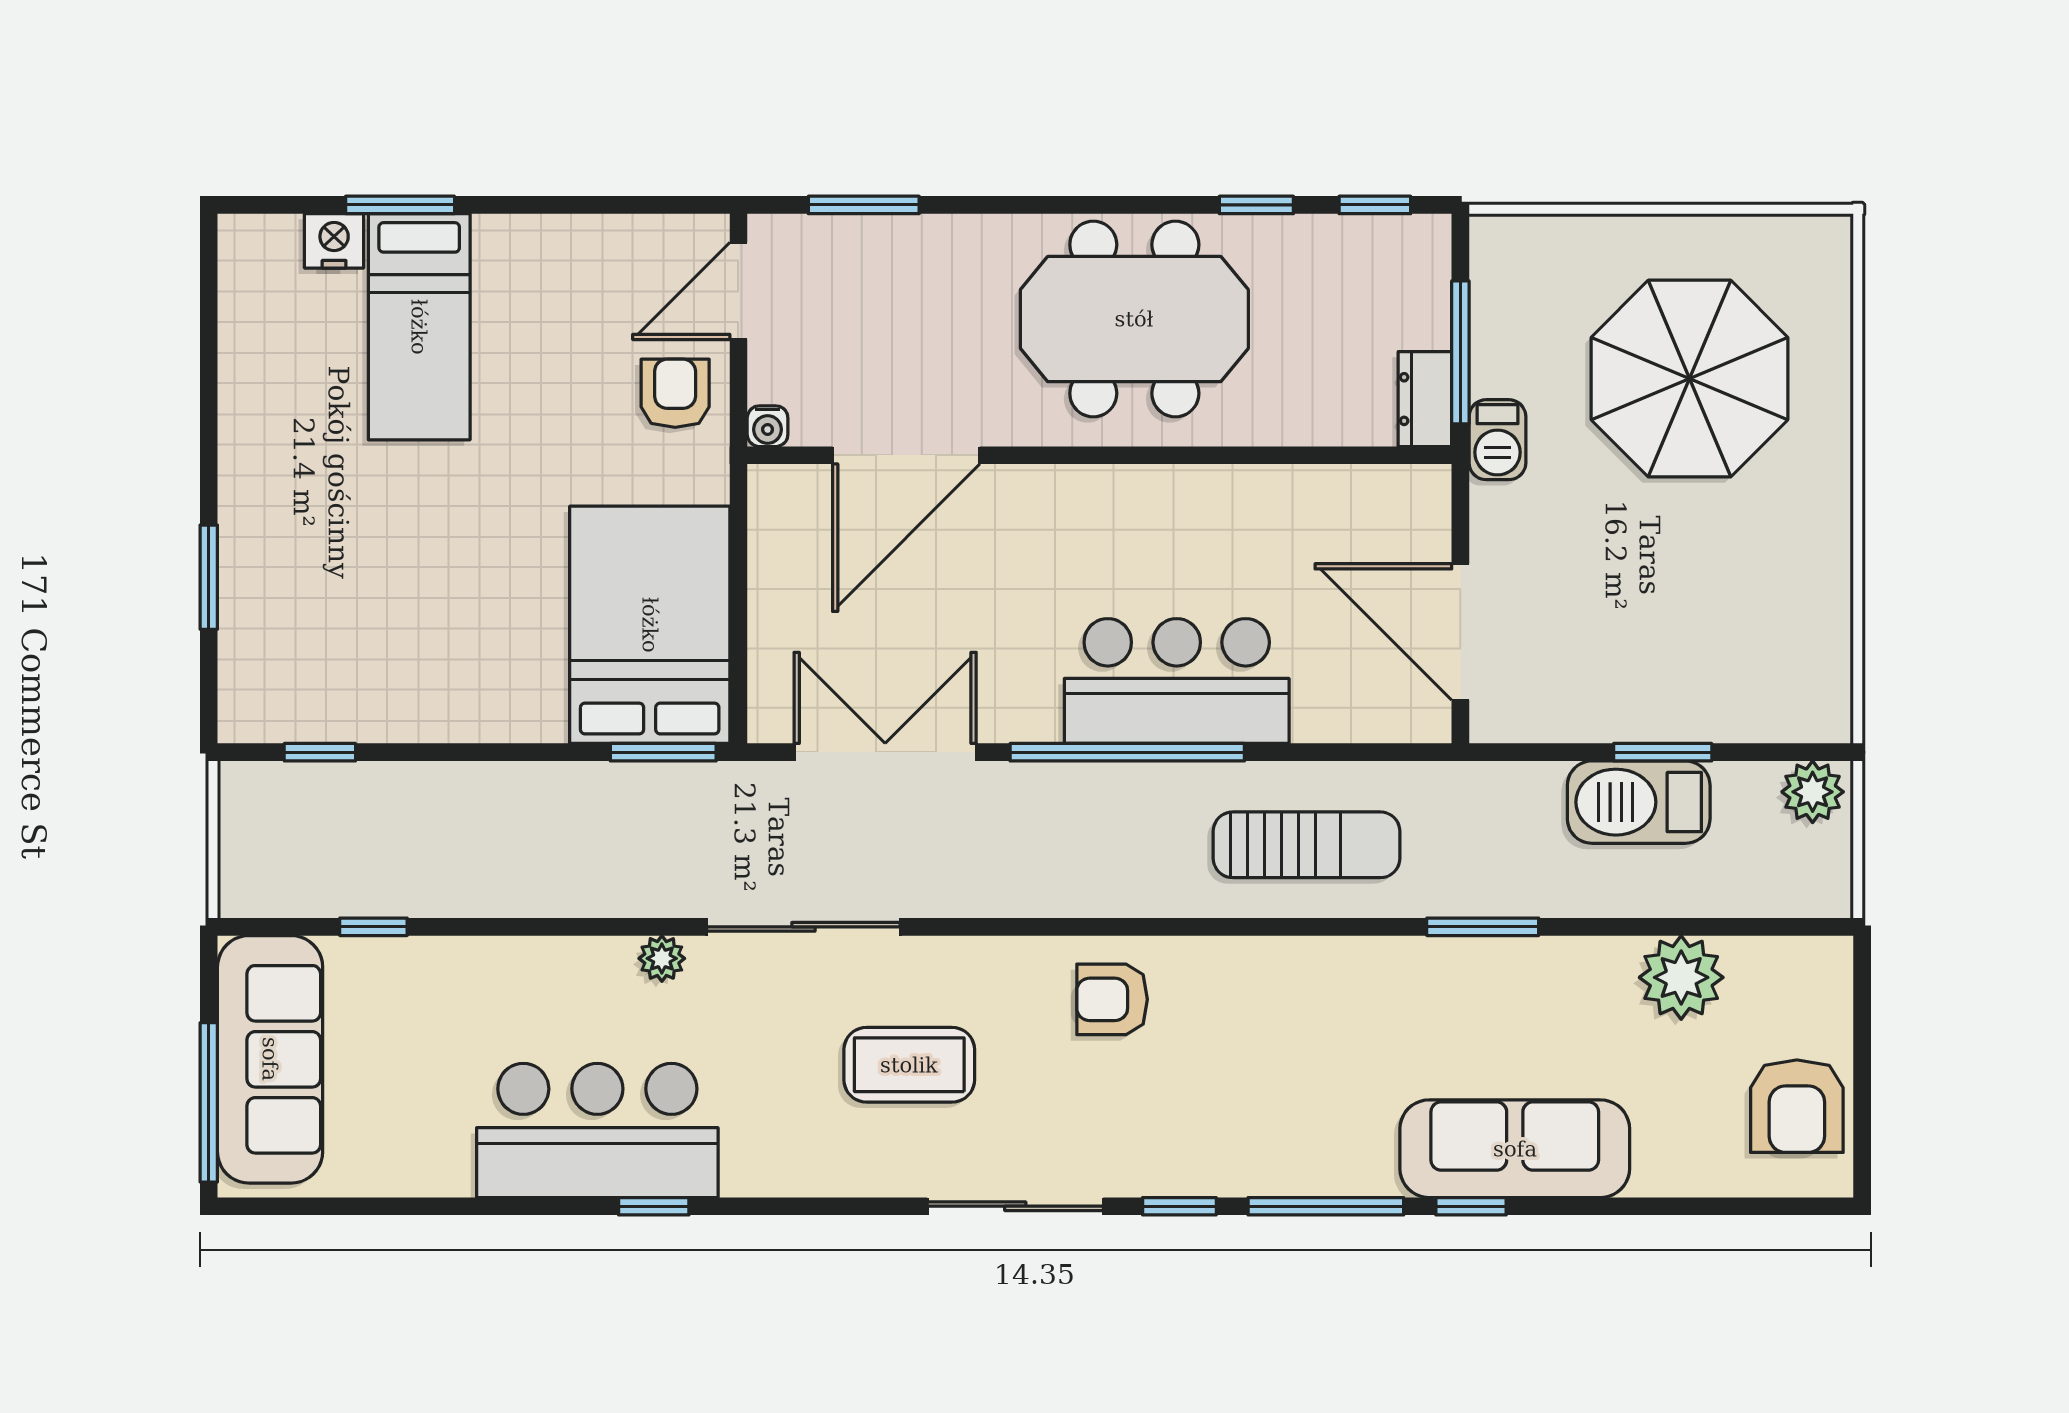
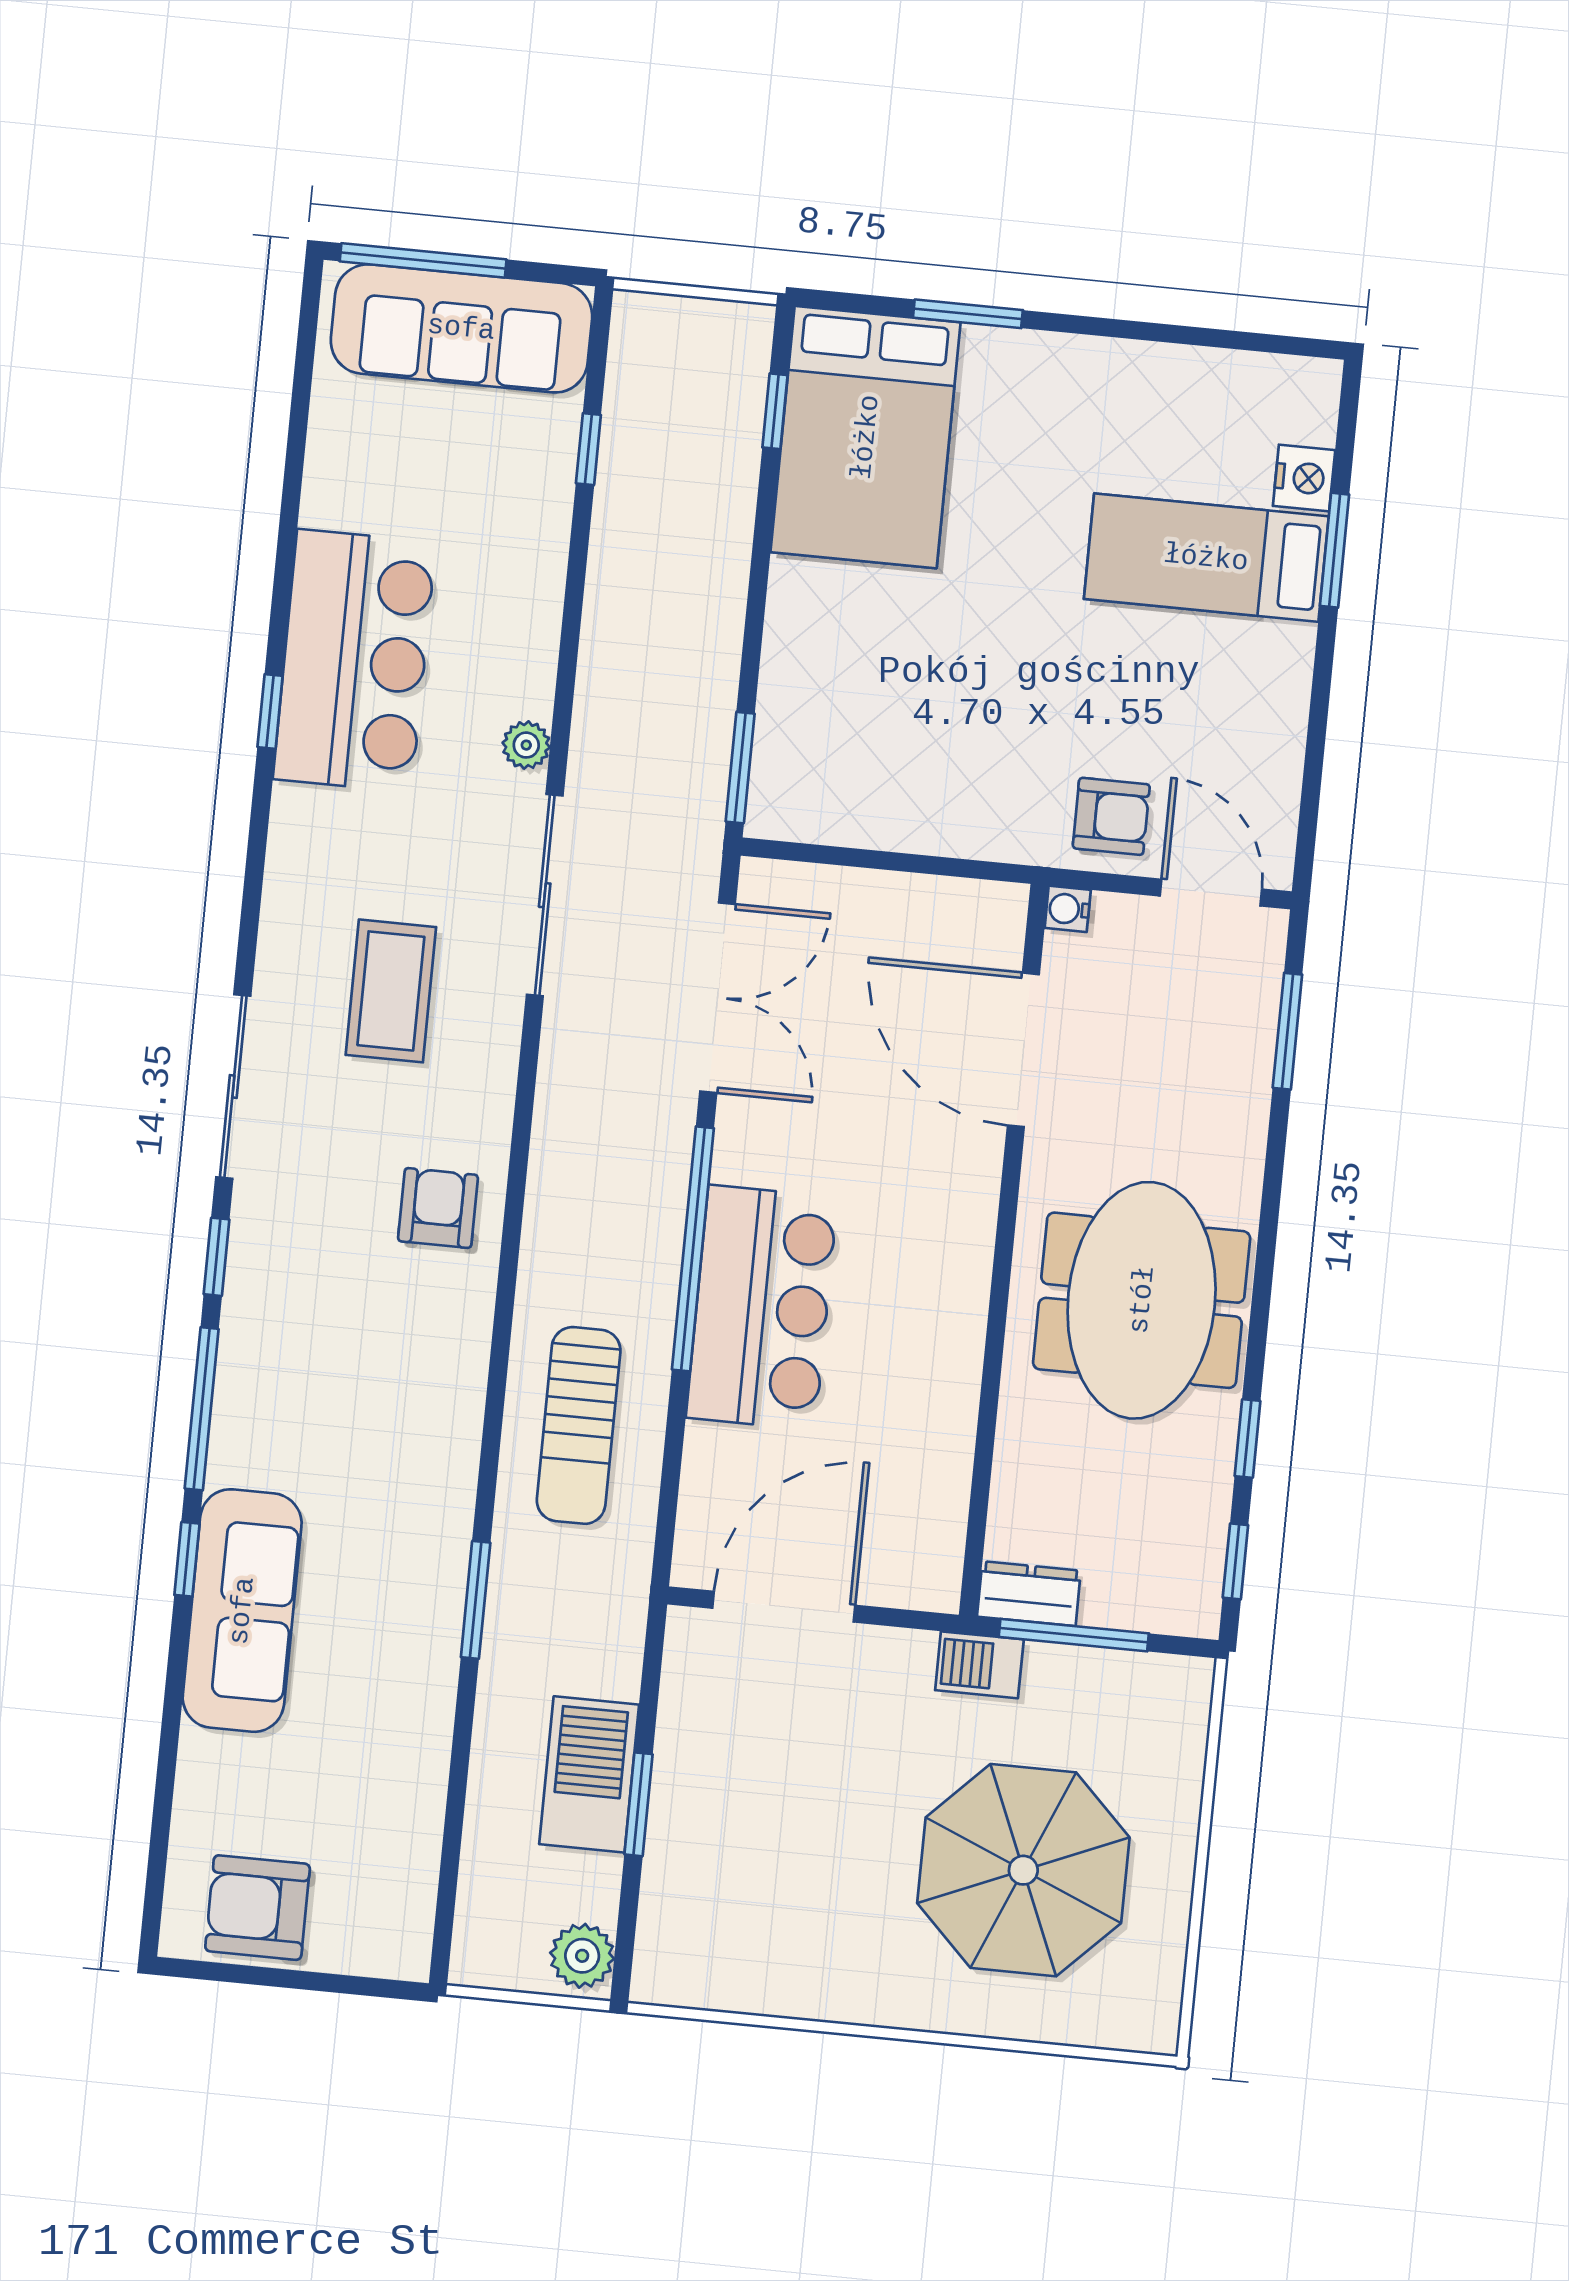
bed: (650, 625) -> (866, 437), moved, turned 90
plant: (1681, 977) -> (403, 1801), removed

